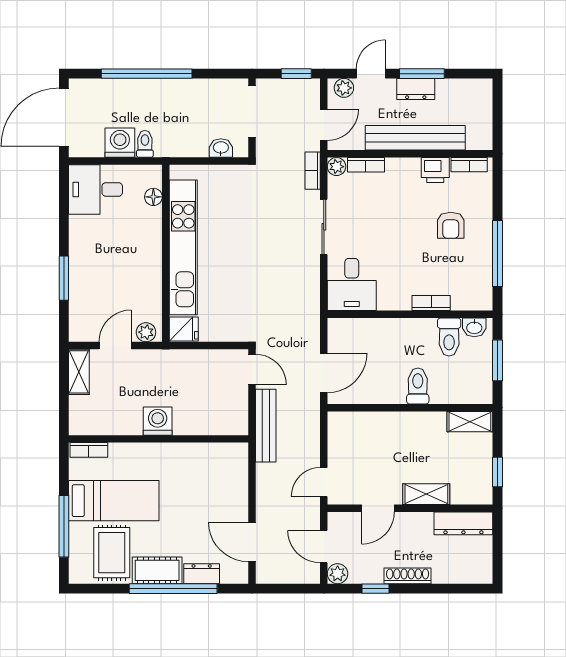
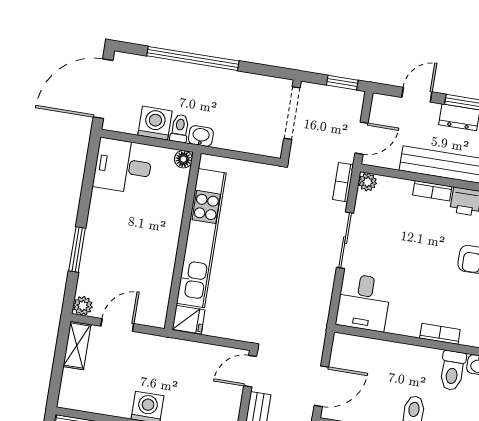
plant: (344, 88) -> (388, 105), removed
washbasin: (221, 148) -> (201, 136), moved
bookcase: (366, 165) -> (432, 191), moved
floor lamp: (153, 197) -> (183, 159), moved
plant: (146, 332) -> (83, 306), moved
door: (252, 370) -> (250, 371), swing flipped

